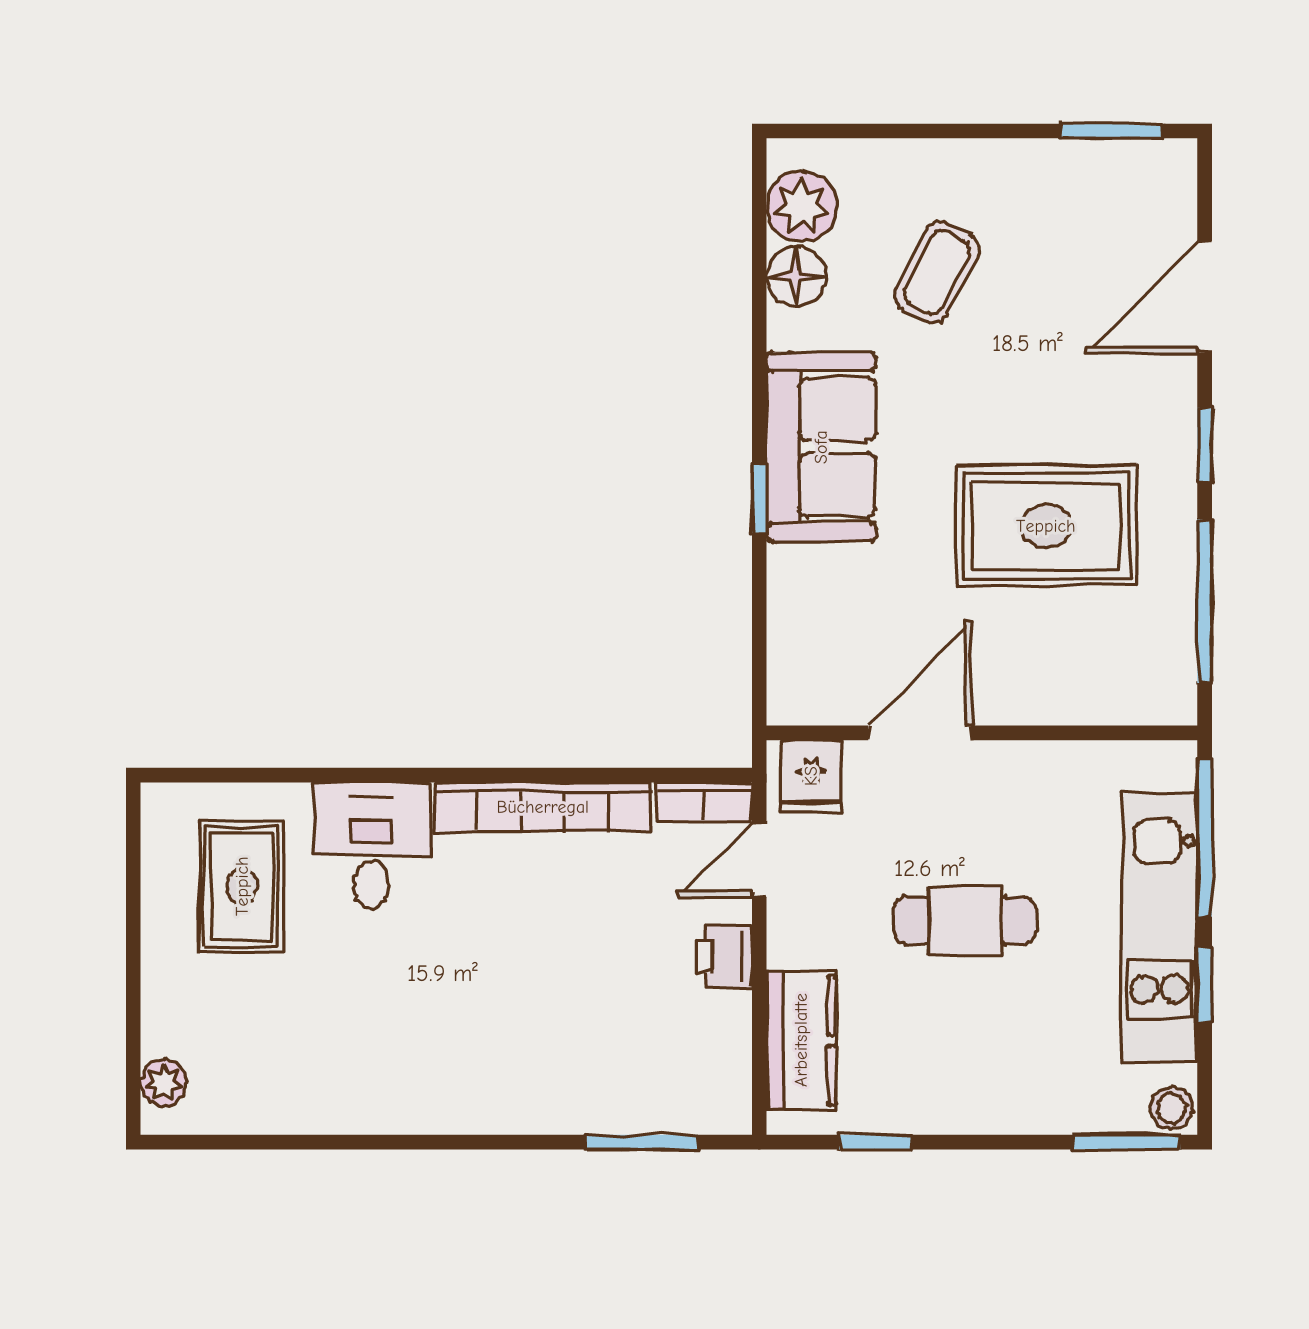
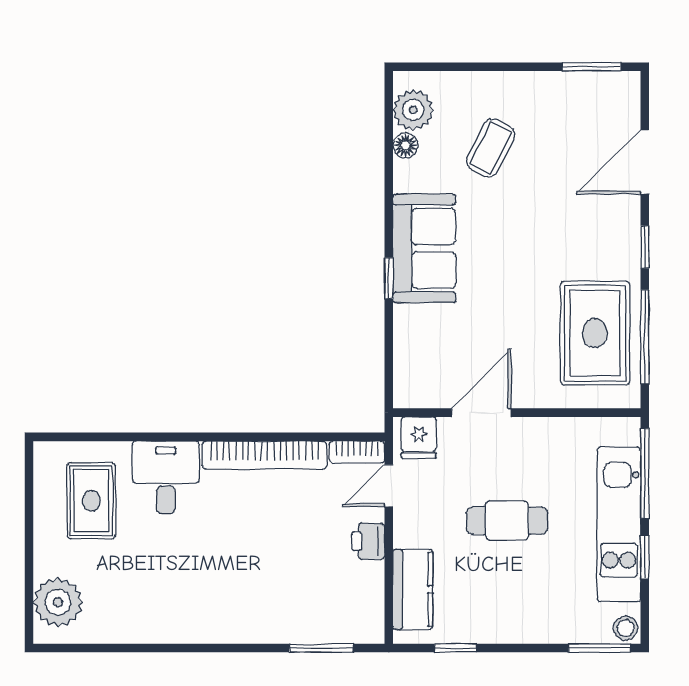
floor lamp: (796, 276) -> (405, 145), width x0.73, depth x0.73
rug: (1046, 526) -> (595, 333), moved, turned 90
plant: (163, 1083) -> (58, 602), width x1.87, depth x1.87

